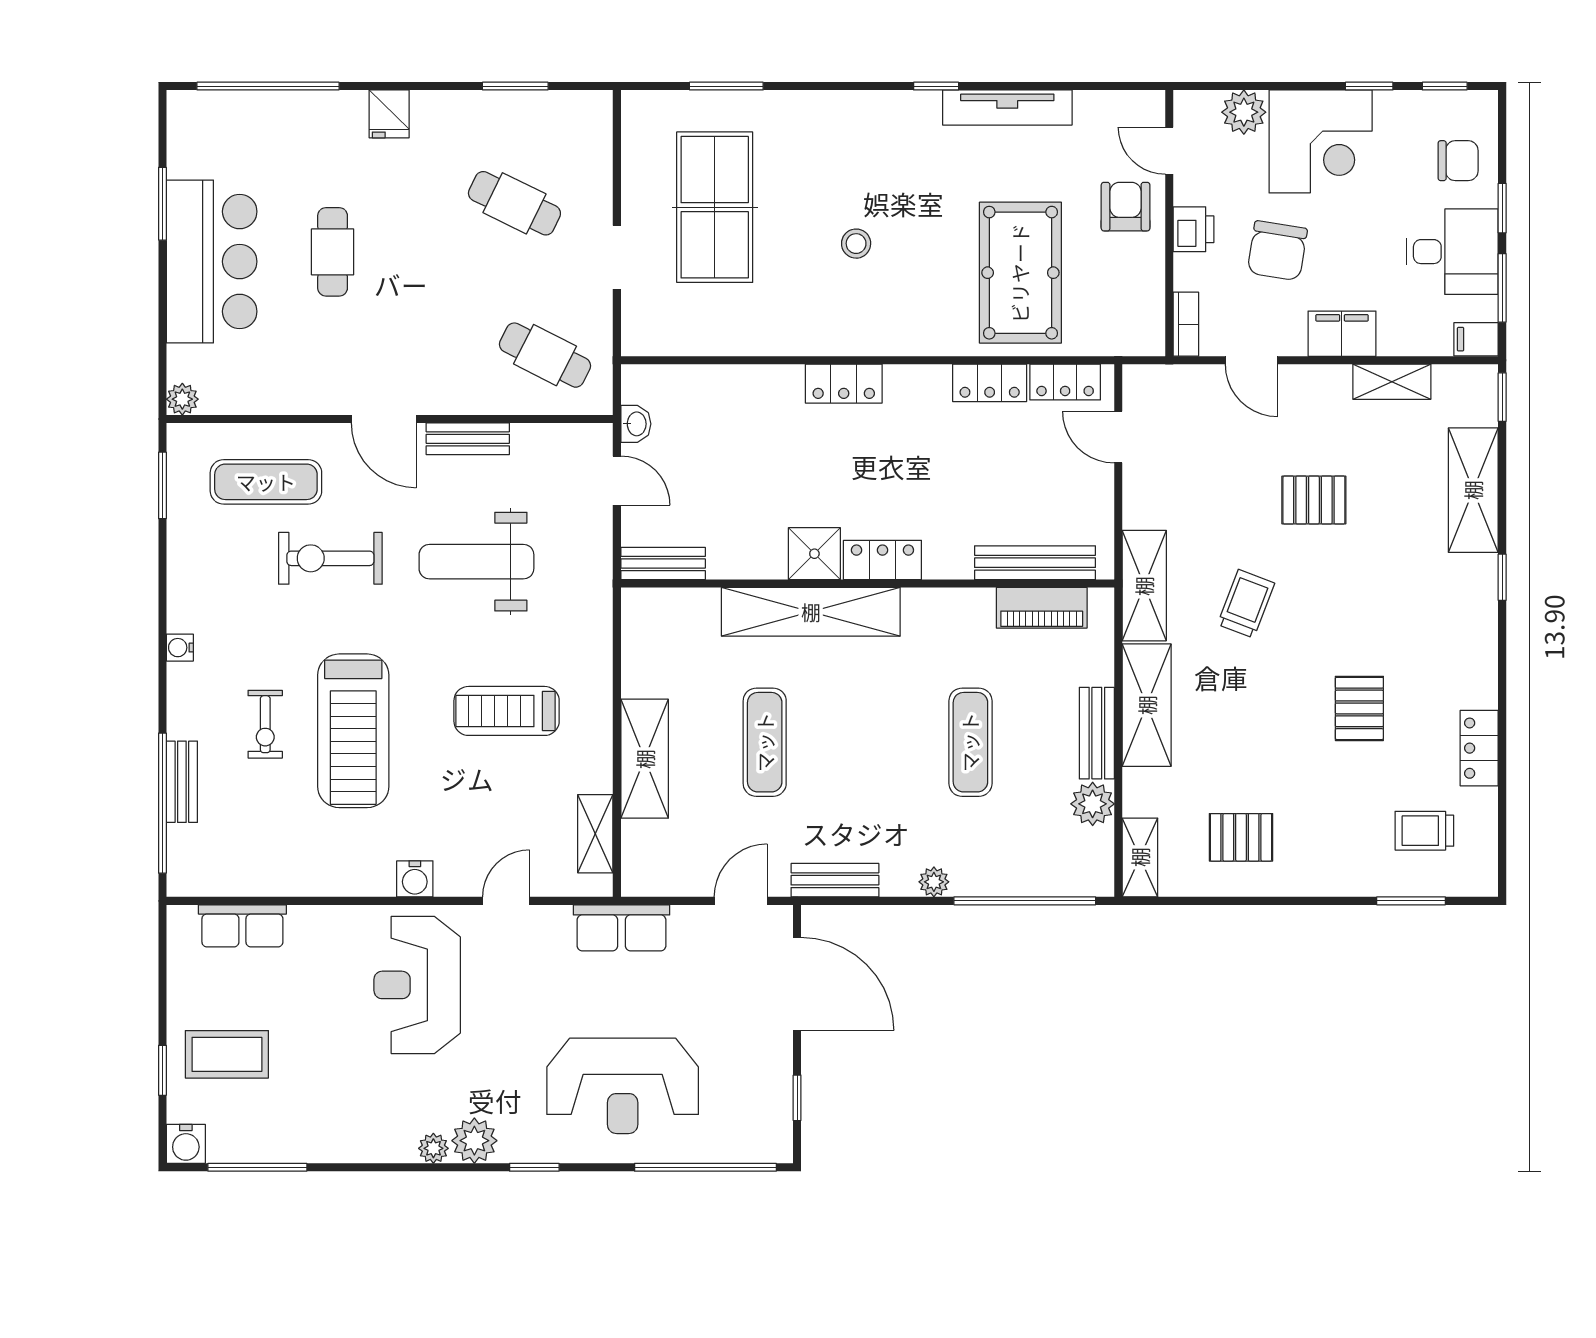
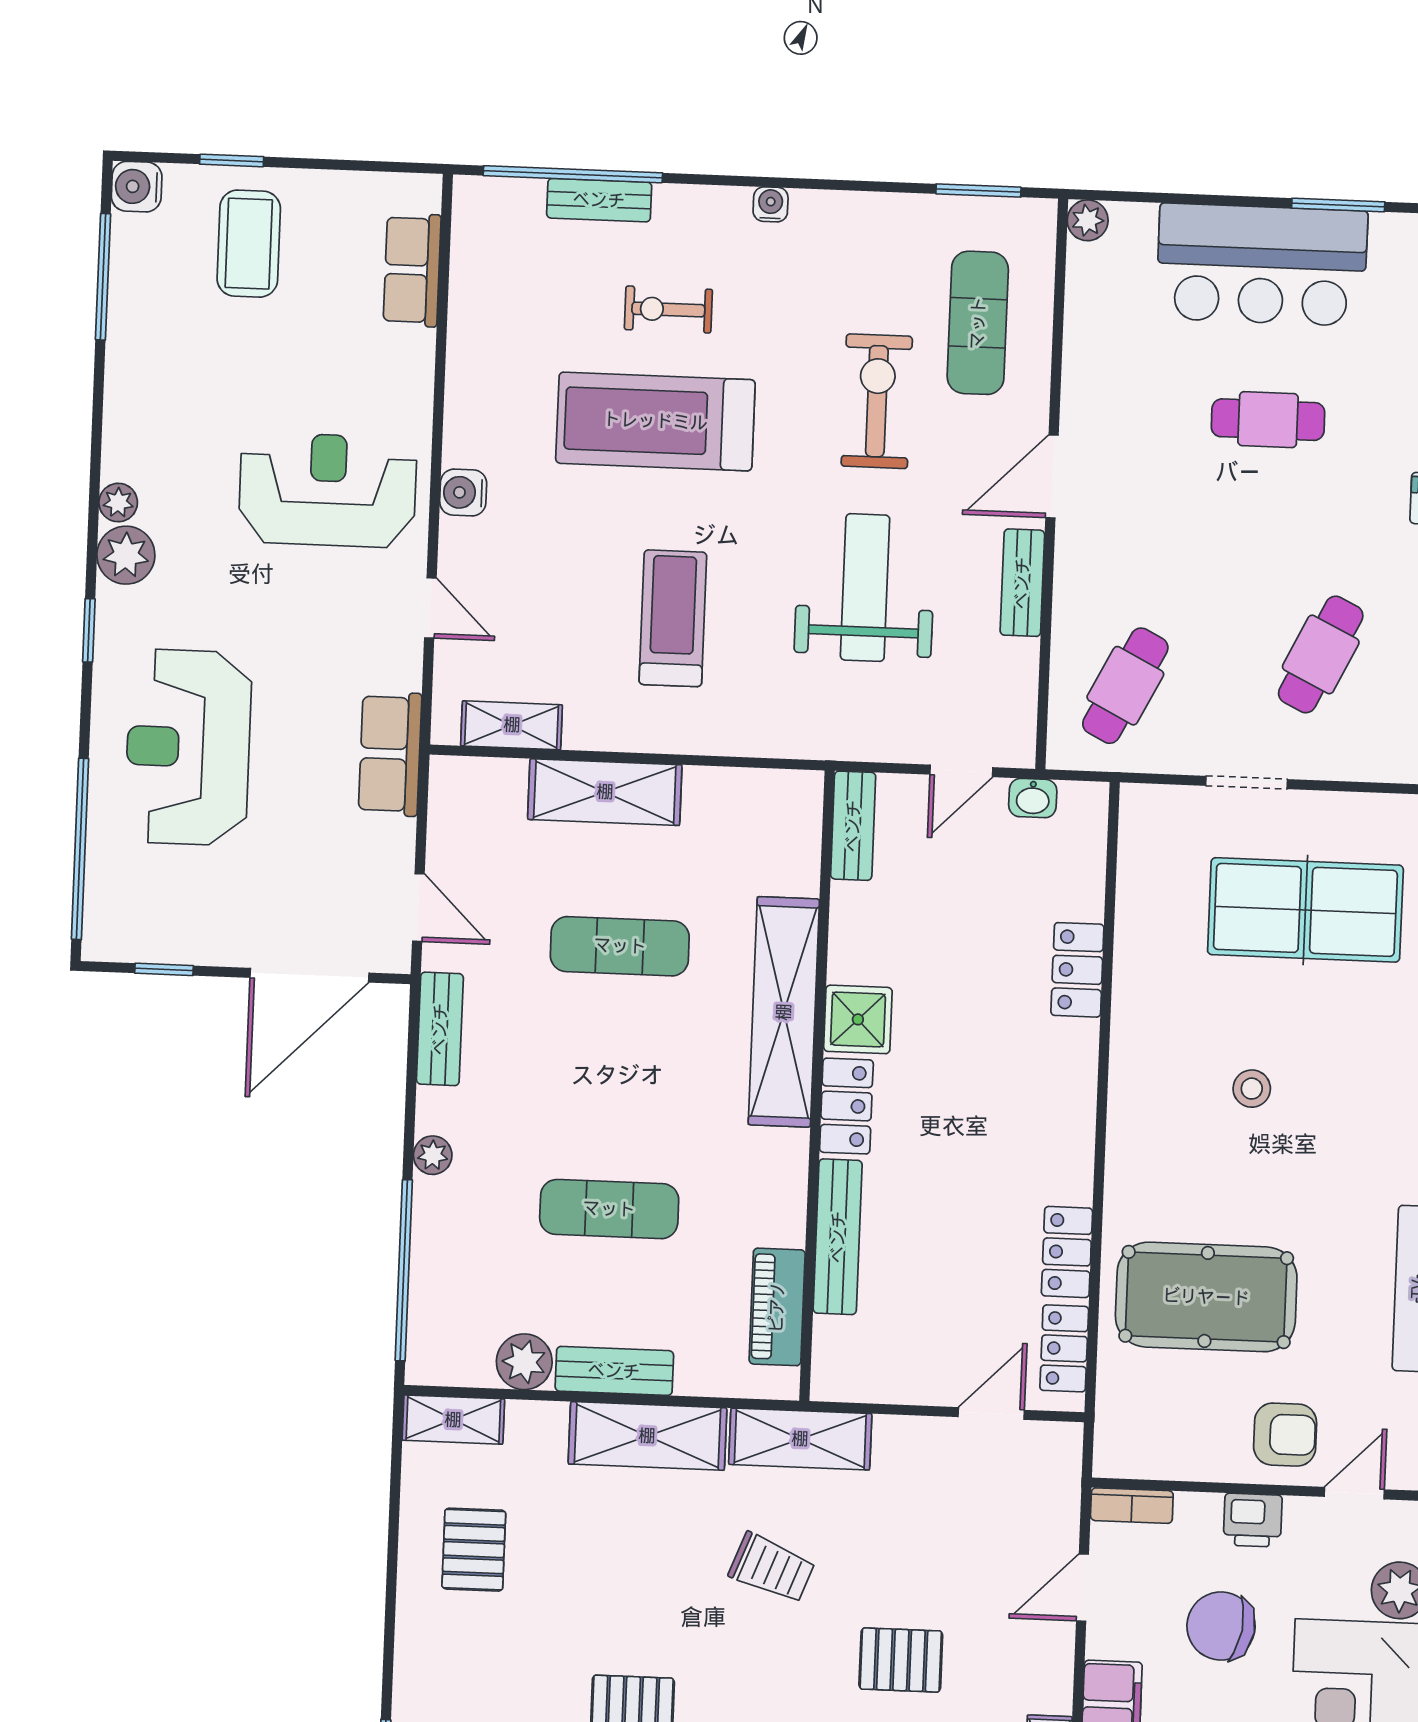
locker: (844, 384) -> (1077, 970), moved
pallet: (1314, 500) -> (901, 1660), turned 90
bench: (1035, 563) -> (838, 1237), moved

